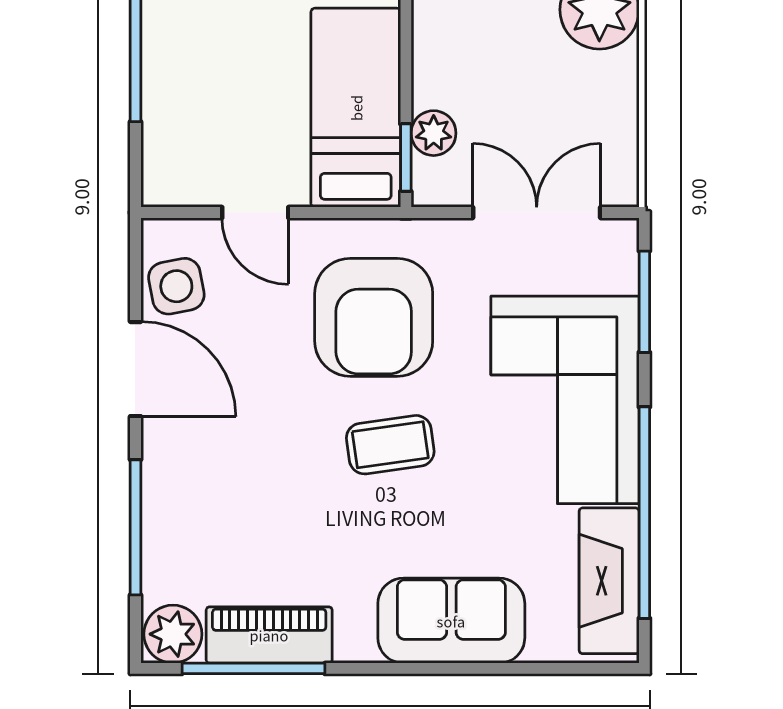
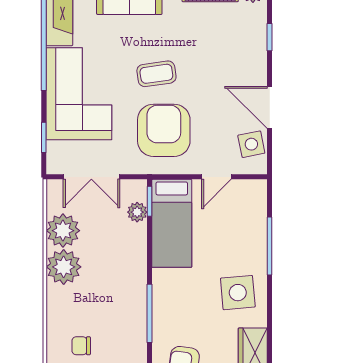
plant: (601, 92) -> (63, 231), added
door: (255, 213) -> (216, 177), swing flipped
window: (644, 302) -> (44, 137), width x0.67
window: (135, 527) -> (270, 37), width x0.46

